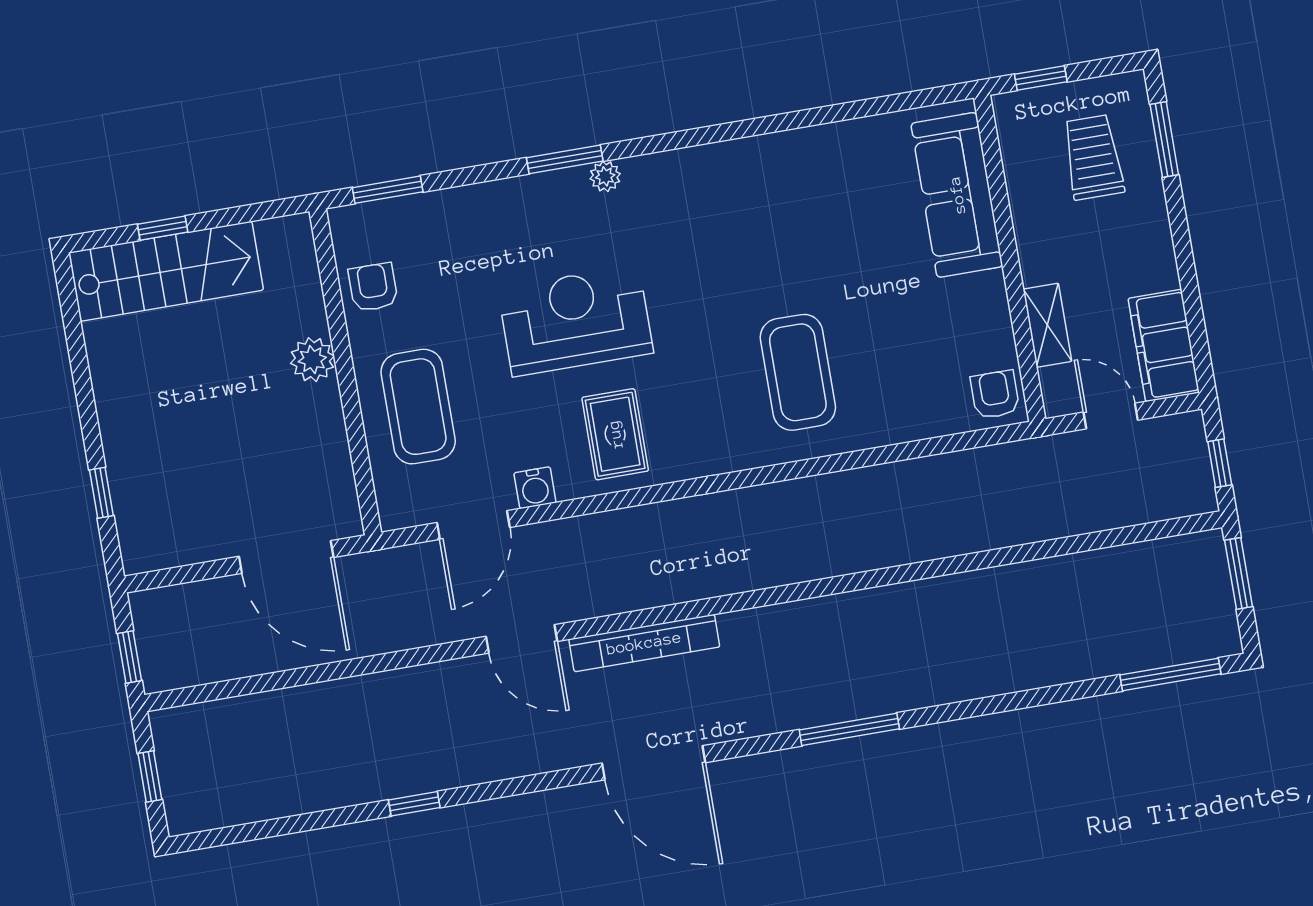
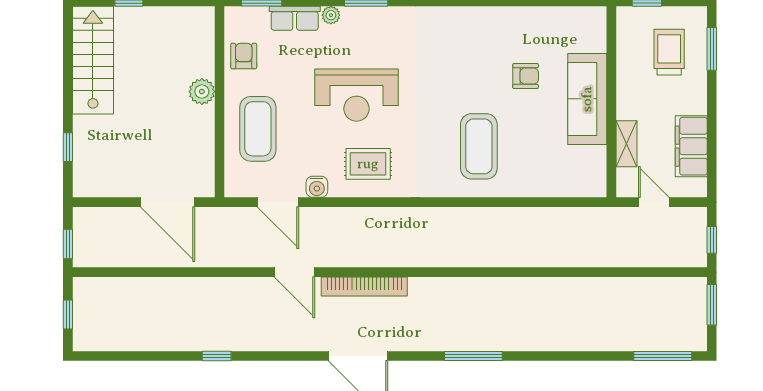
plant: (605, 176) -> (331, 15), moved
sofa: (957, 195) -> (587, 99), moved
row of seats: (449, 209) -> (295, 18), added
stairs: (166, 271) -> (93, 60), moved, turned -90
reception desk: (576, 321) -> (356, 95), turned 180
filing cabinet: (1164, 345) -> (691, 146), moved
armchair: (995, 395) -> (526, 76), moved, turned 90
rug: (615, 434) -> (368, 164), turned 90
door: (473, 525) -> (278, 202), hinge flipped

